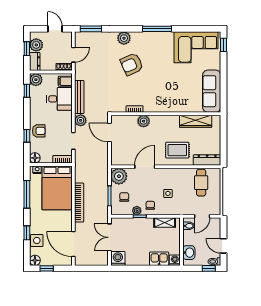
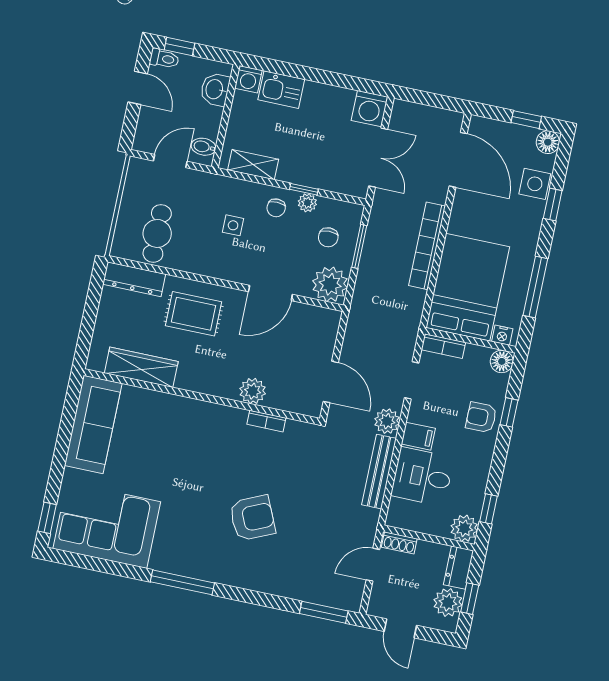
plant: (124, 38) -> (257, 577), removed
filing cabinet: (65, 81) -> (418, 436), moved

